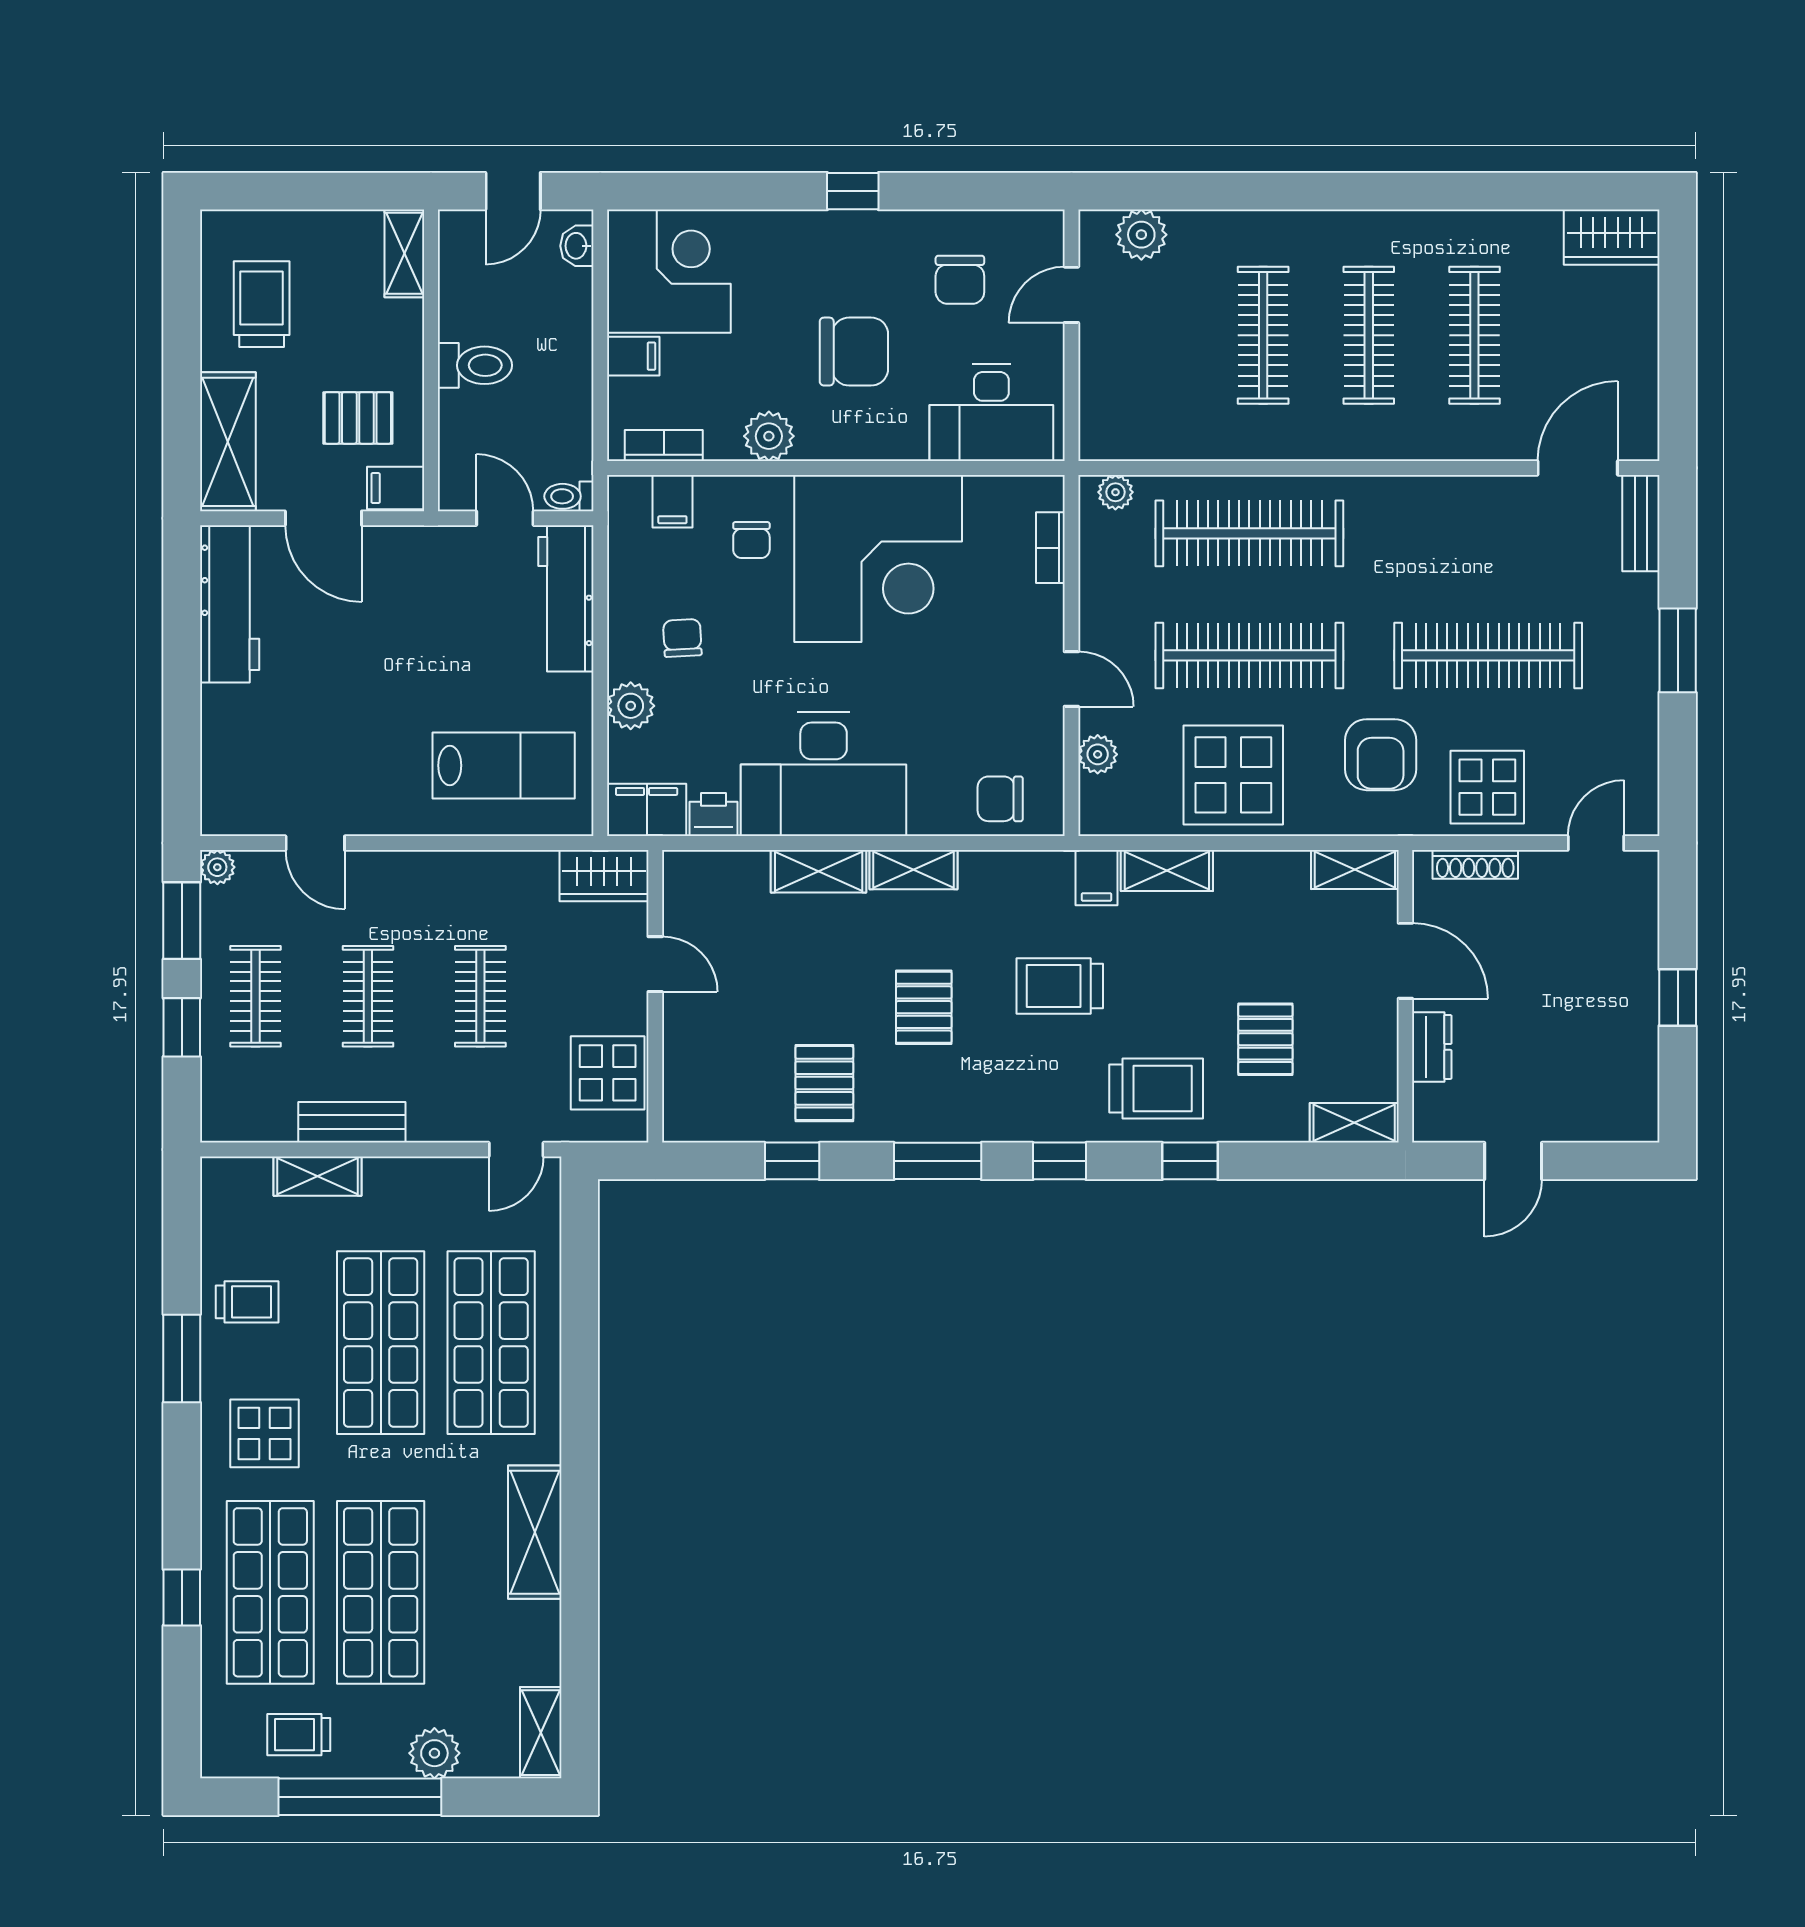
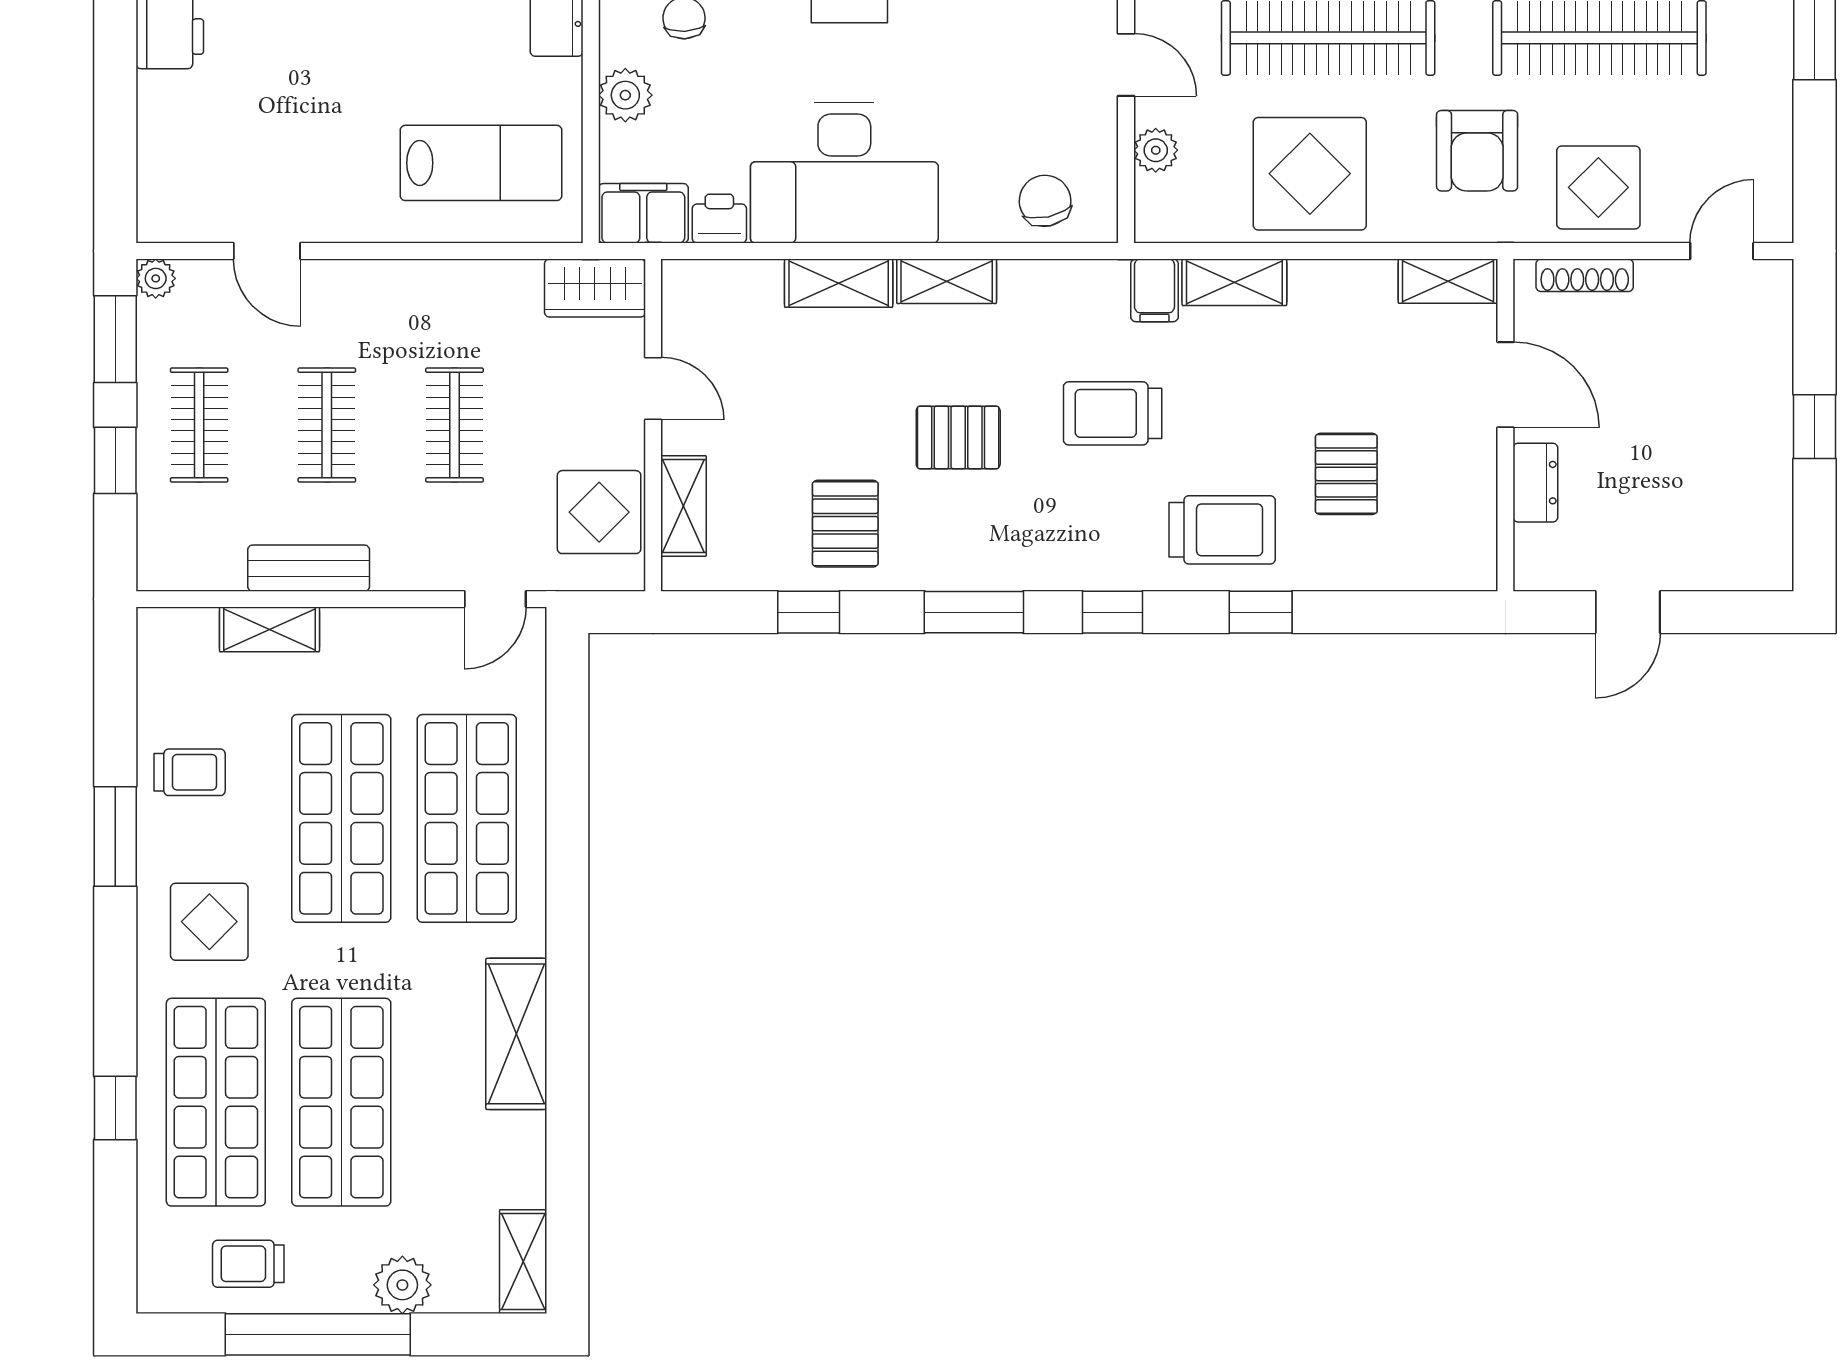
chair: (1000, 799) -> (1045, 201), turned 78
pallet: (924, 1007) -> (958, 437), turned 90
shelving: (1354, 1123) -> (684, 506), moved, turned 90

